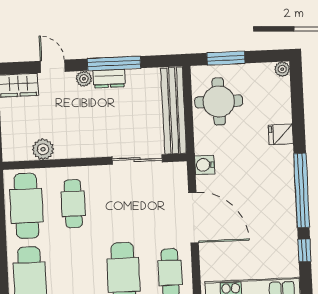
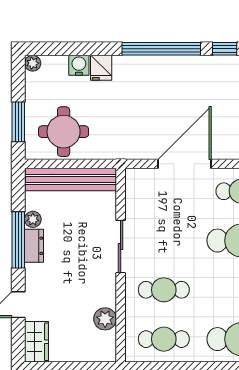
plant: (84, 79) -> (33, 219), moved
sliding door: (137, 160) -> (121, 247), moved
water cooler: (205, 165) -> (79, 65), moved, turned 180
cafe table: (26, 206) -> (164, 339), width x0.73, depth x0.74

